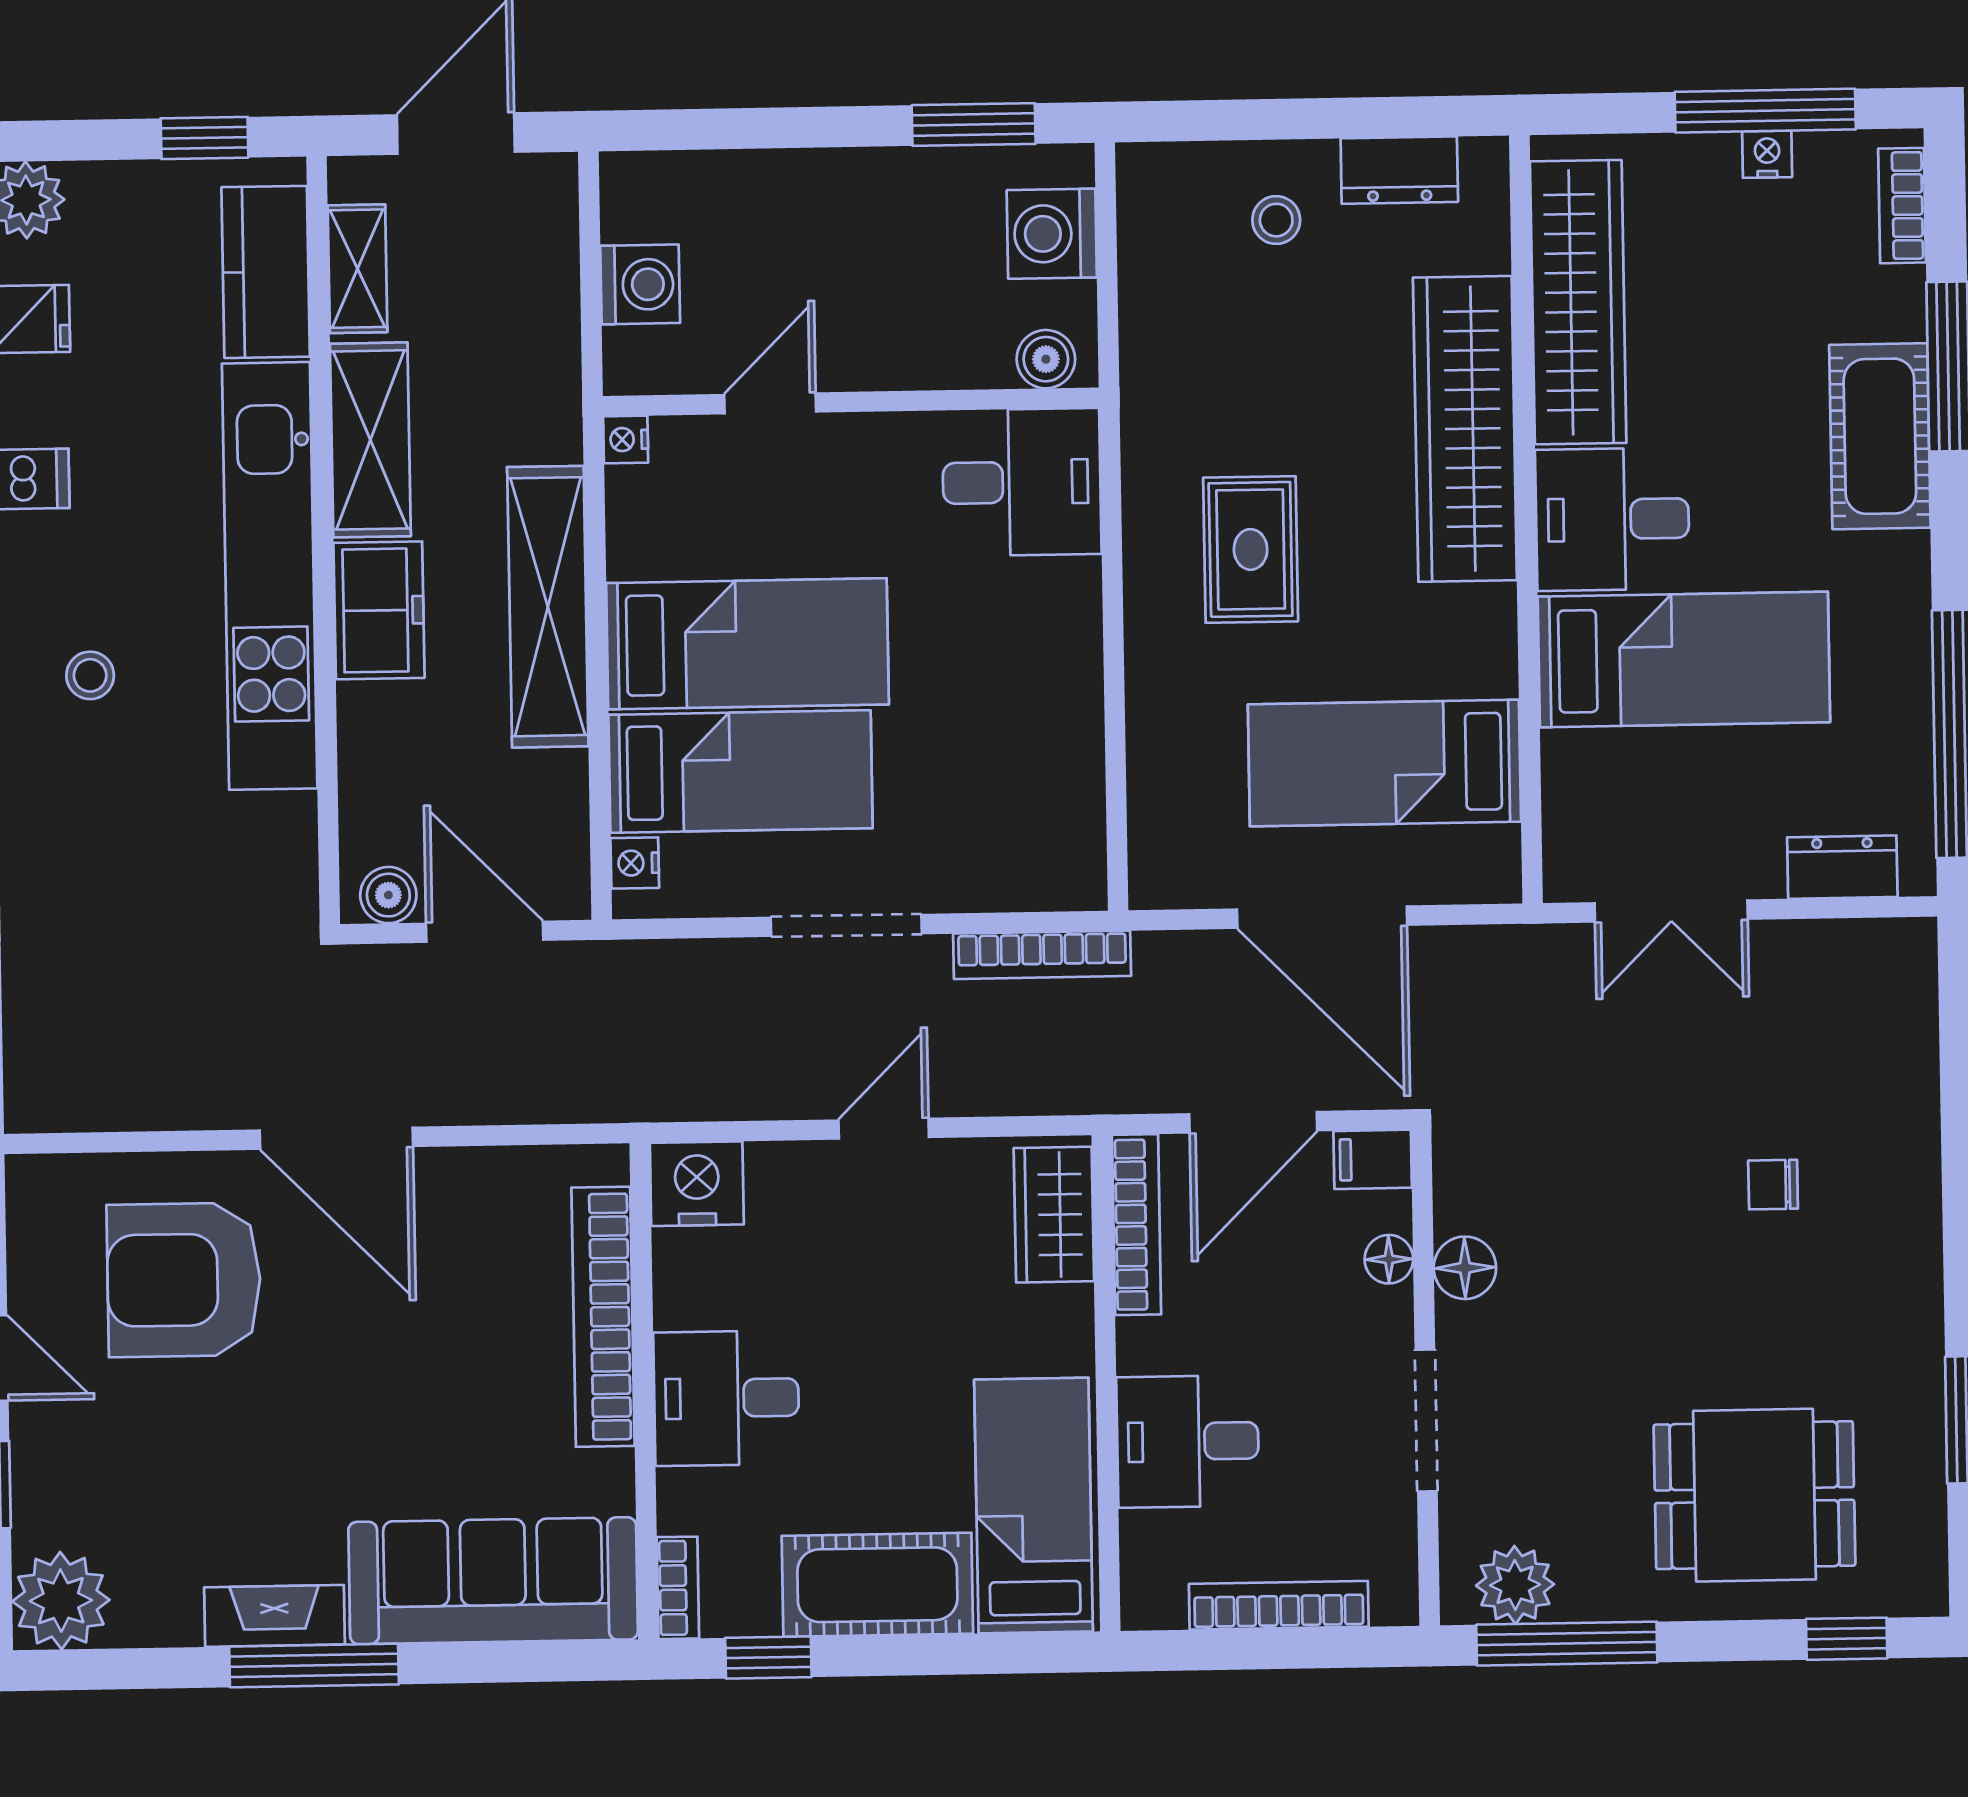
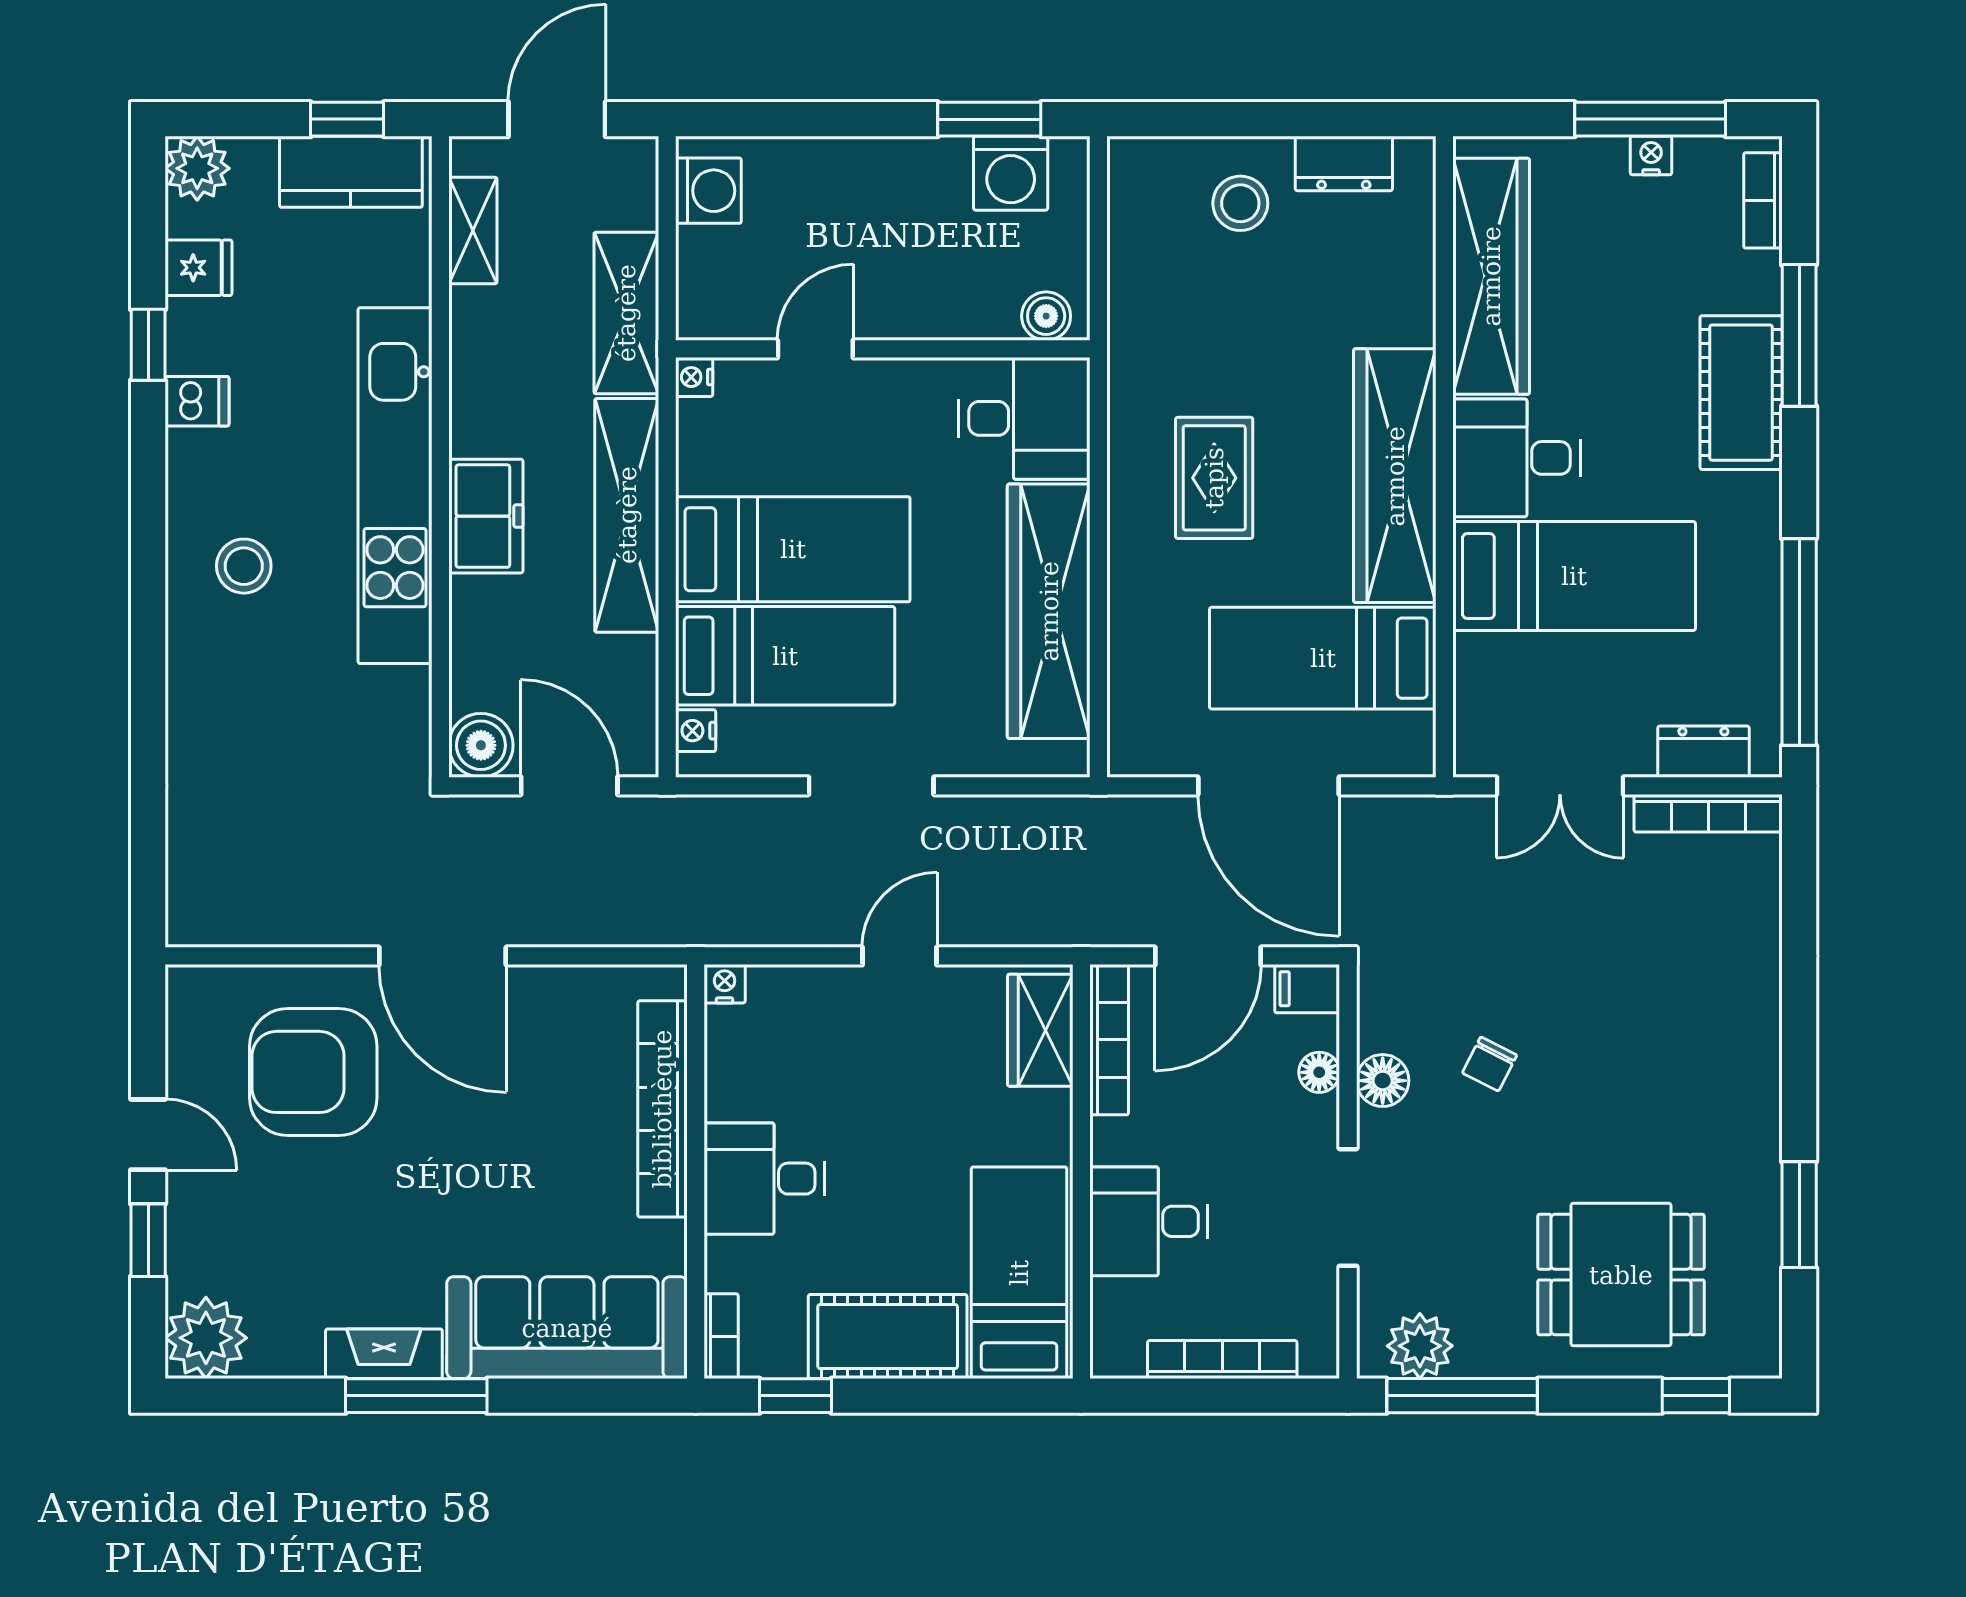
stool: (1276, 220) -> (1240, 203), width x1.37, depth x1.37
washing machine: (1052, 234) -> (1011, 173), moved, turned -90
kitchen counter: (266, 272) -> (351, 172), moved, turned -90
washing machine: (640, 284) -> (708, 191), moved
wardrobe: (1465, 429) -> (1395, 476), moved
shelving: (370, 440) -> (626, 313), moved
stool: (90, 675) -> (244, 566), width x1.37, depth x1.37
wardrobe: (1055, 713) -> (1049, 611), added
boiler: (388, 895) -> (481, 745), width x1.36, depth x1.36
bookcase: (1042, 955) -> (1708, 813), moved
nightstand: (697, 1184) -> (725, 984), width x0.53, depth x0.56
chair: (1773, 1185) -> (1490, 1064), moved, turned -63

